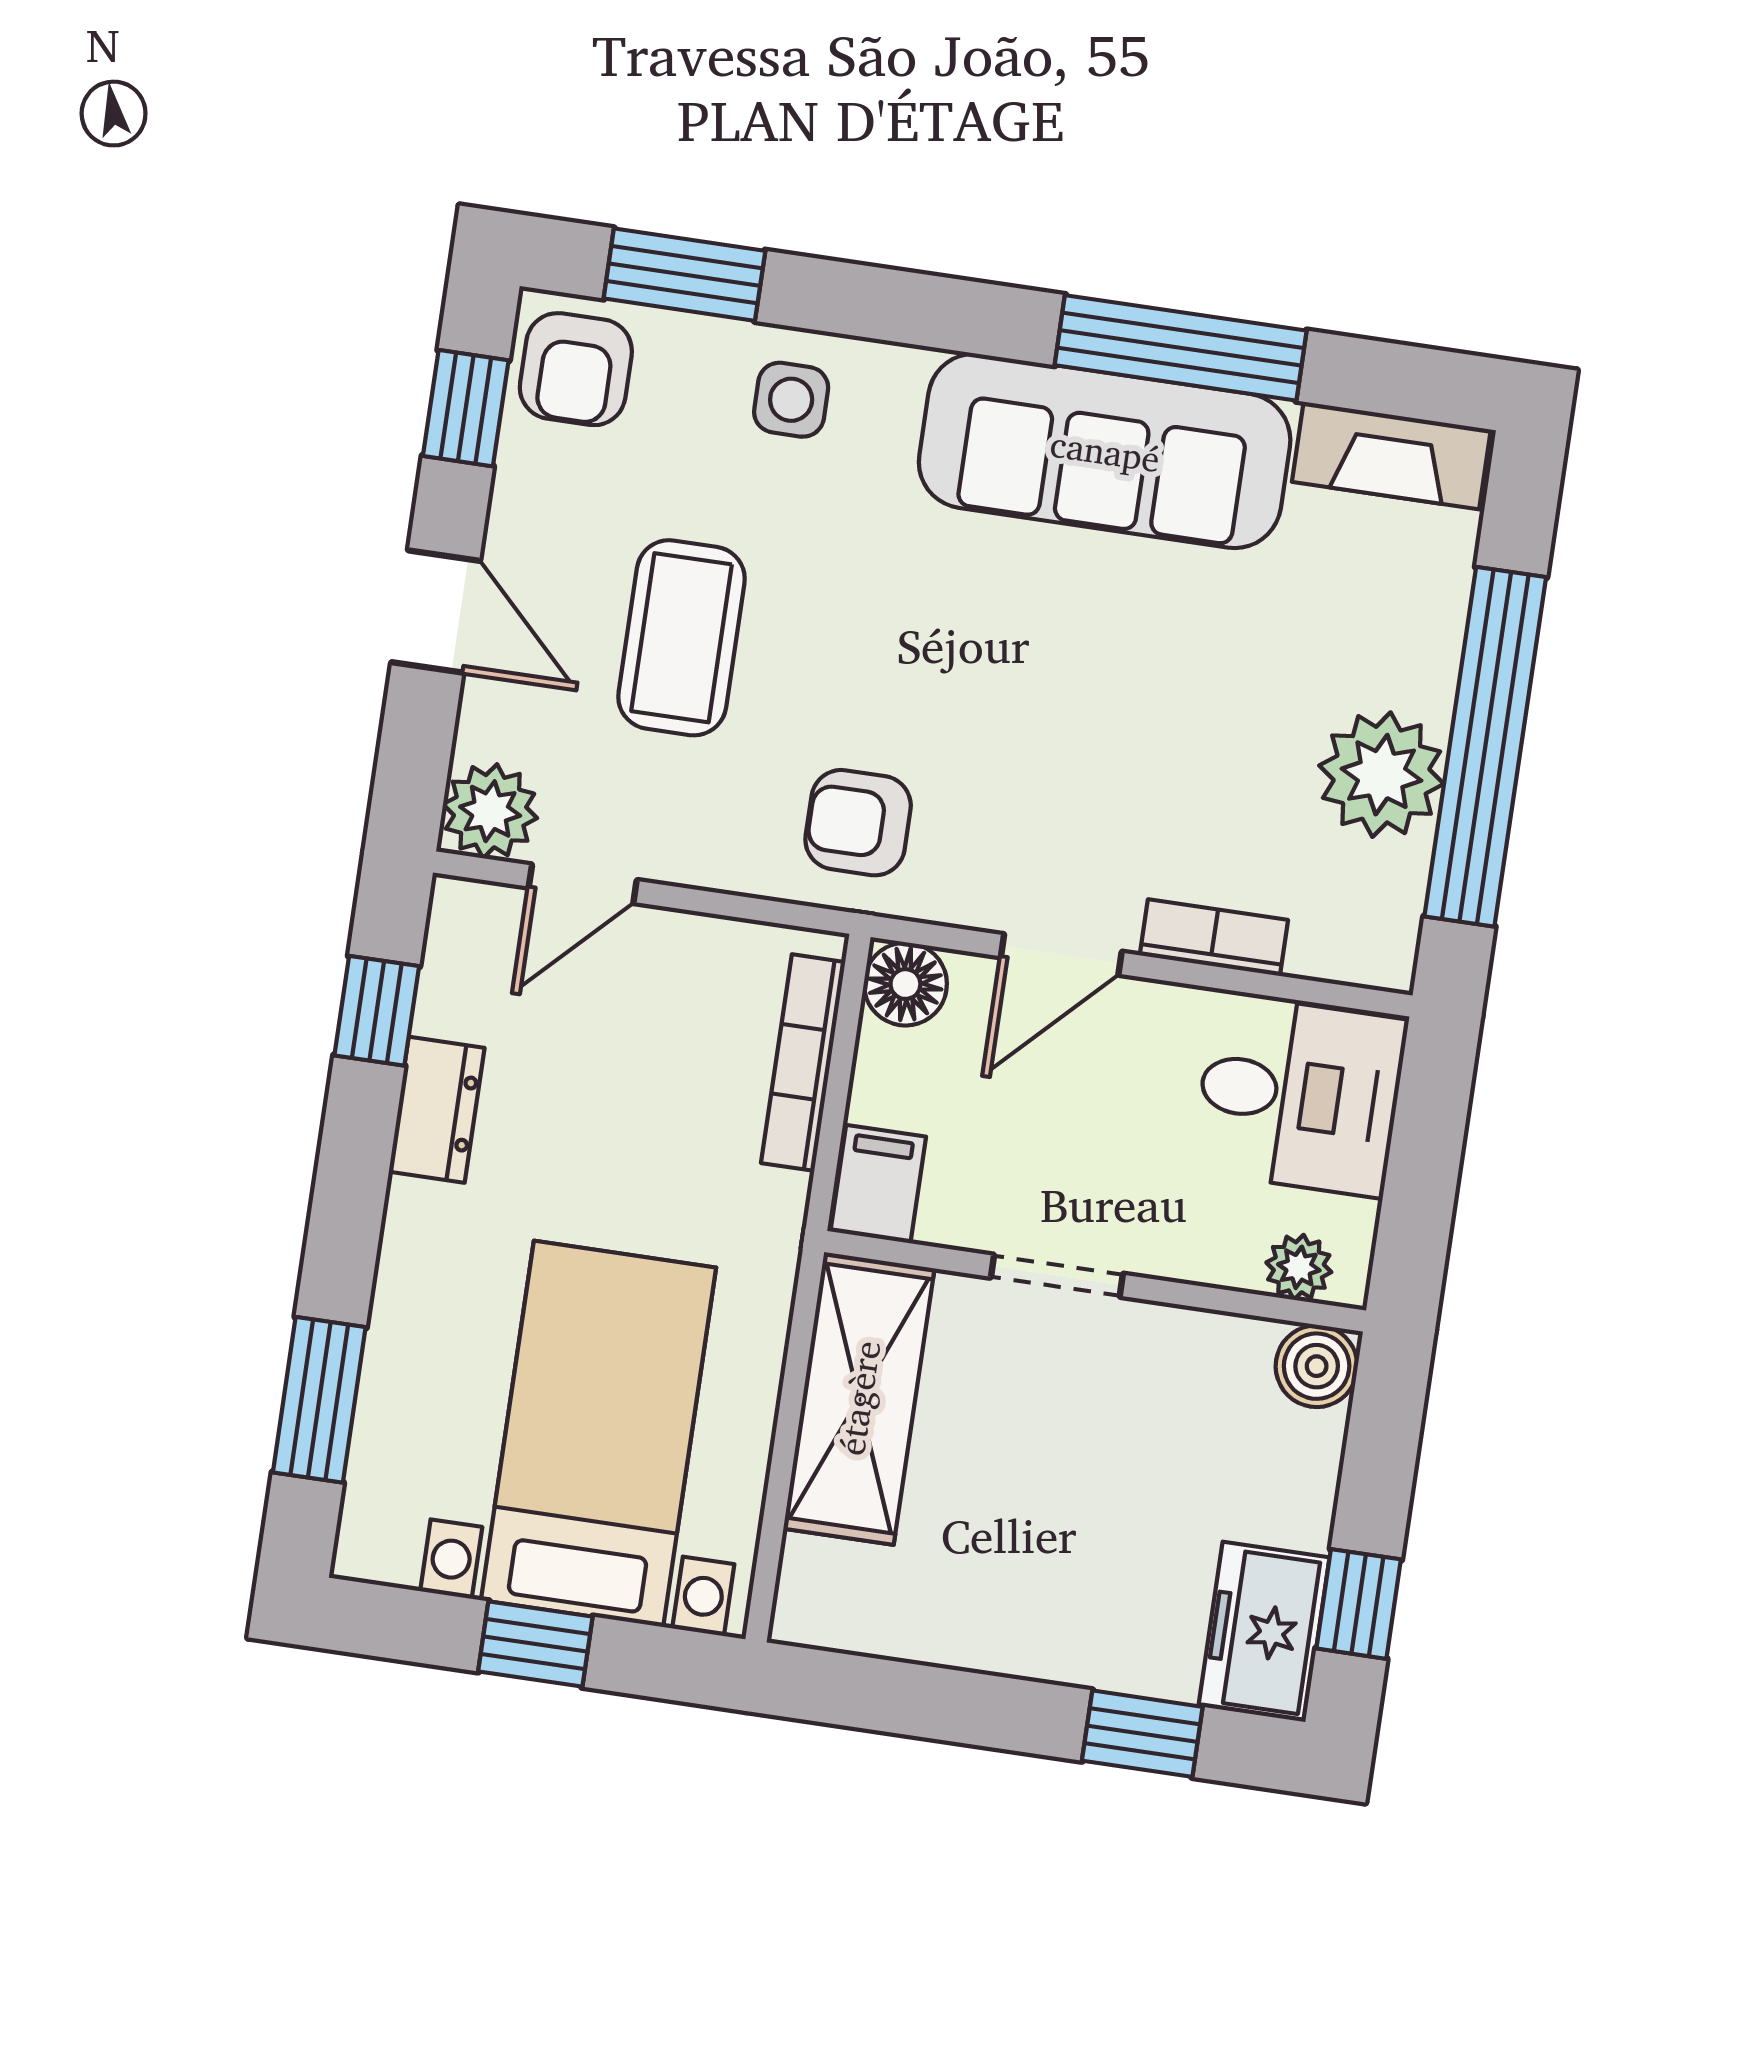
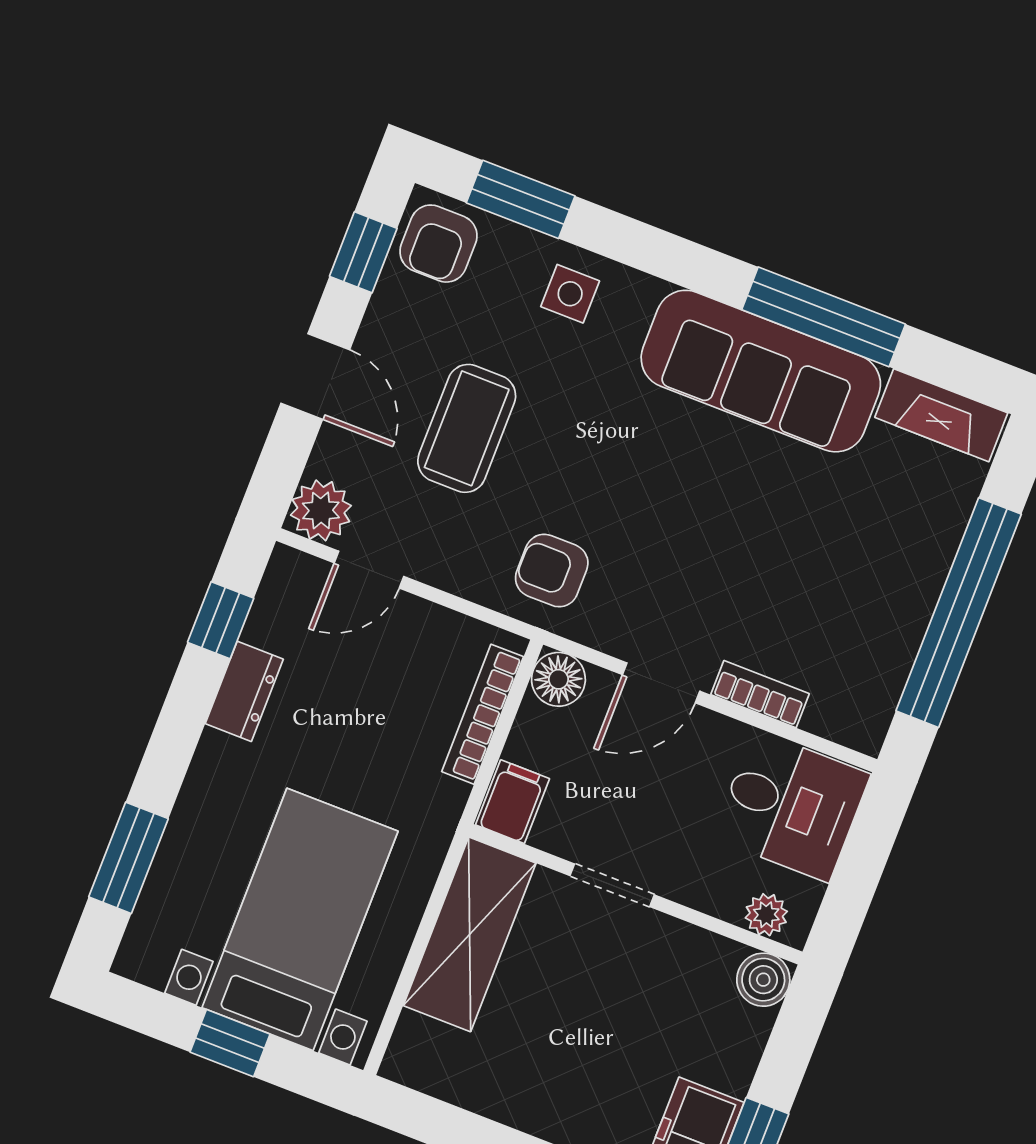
plant: (1382, 775) -> (889, 615), removed

